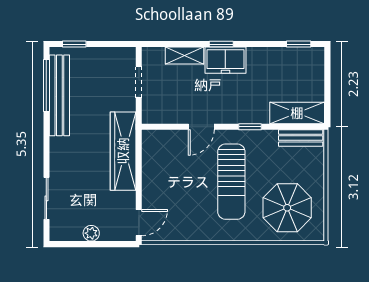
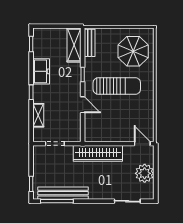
freezer: (225, 60) -> (41, 71), moved
plant: (91, 233) -> (145, 173), width x1.88, depth x1.88

